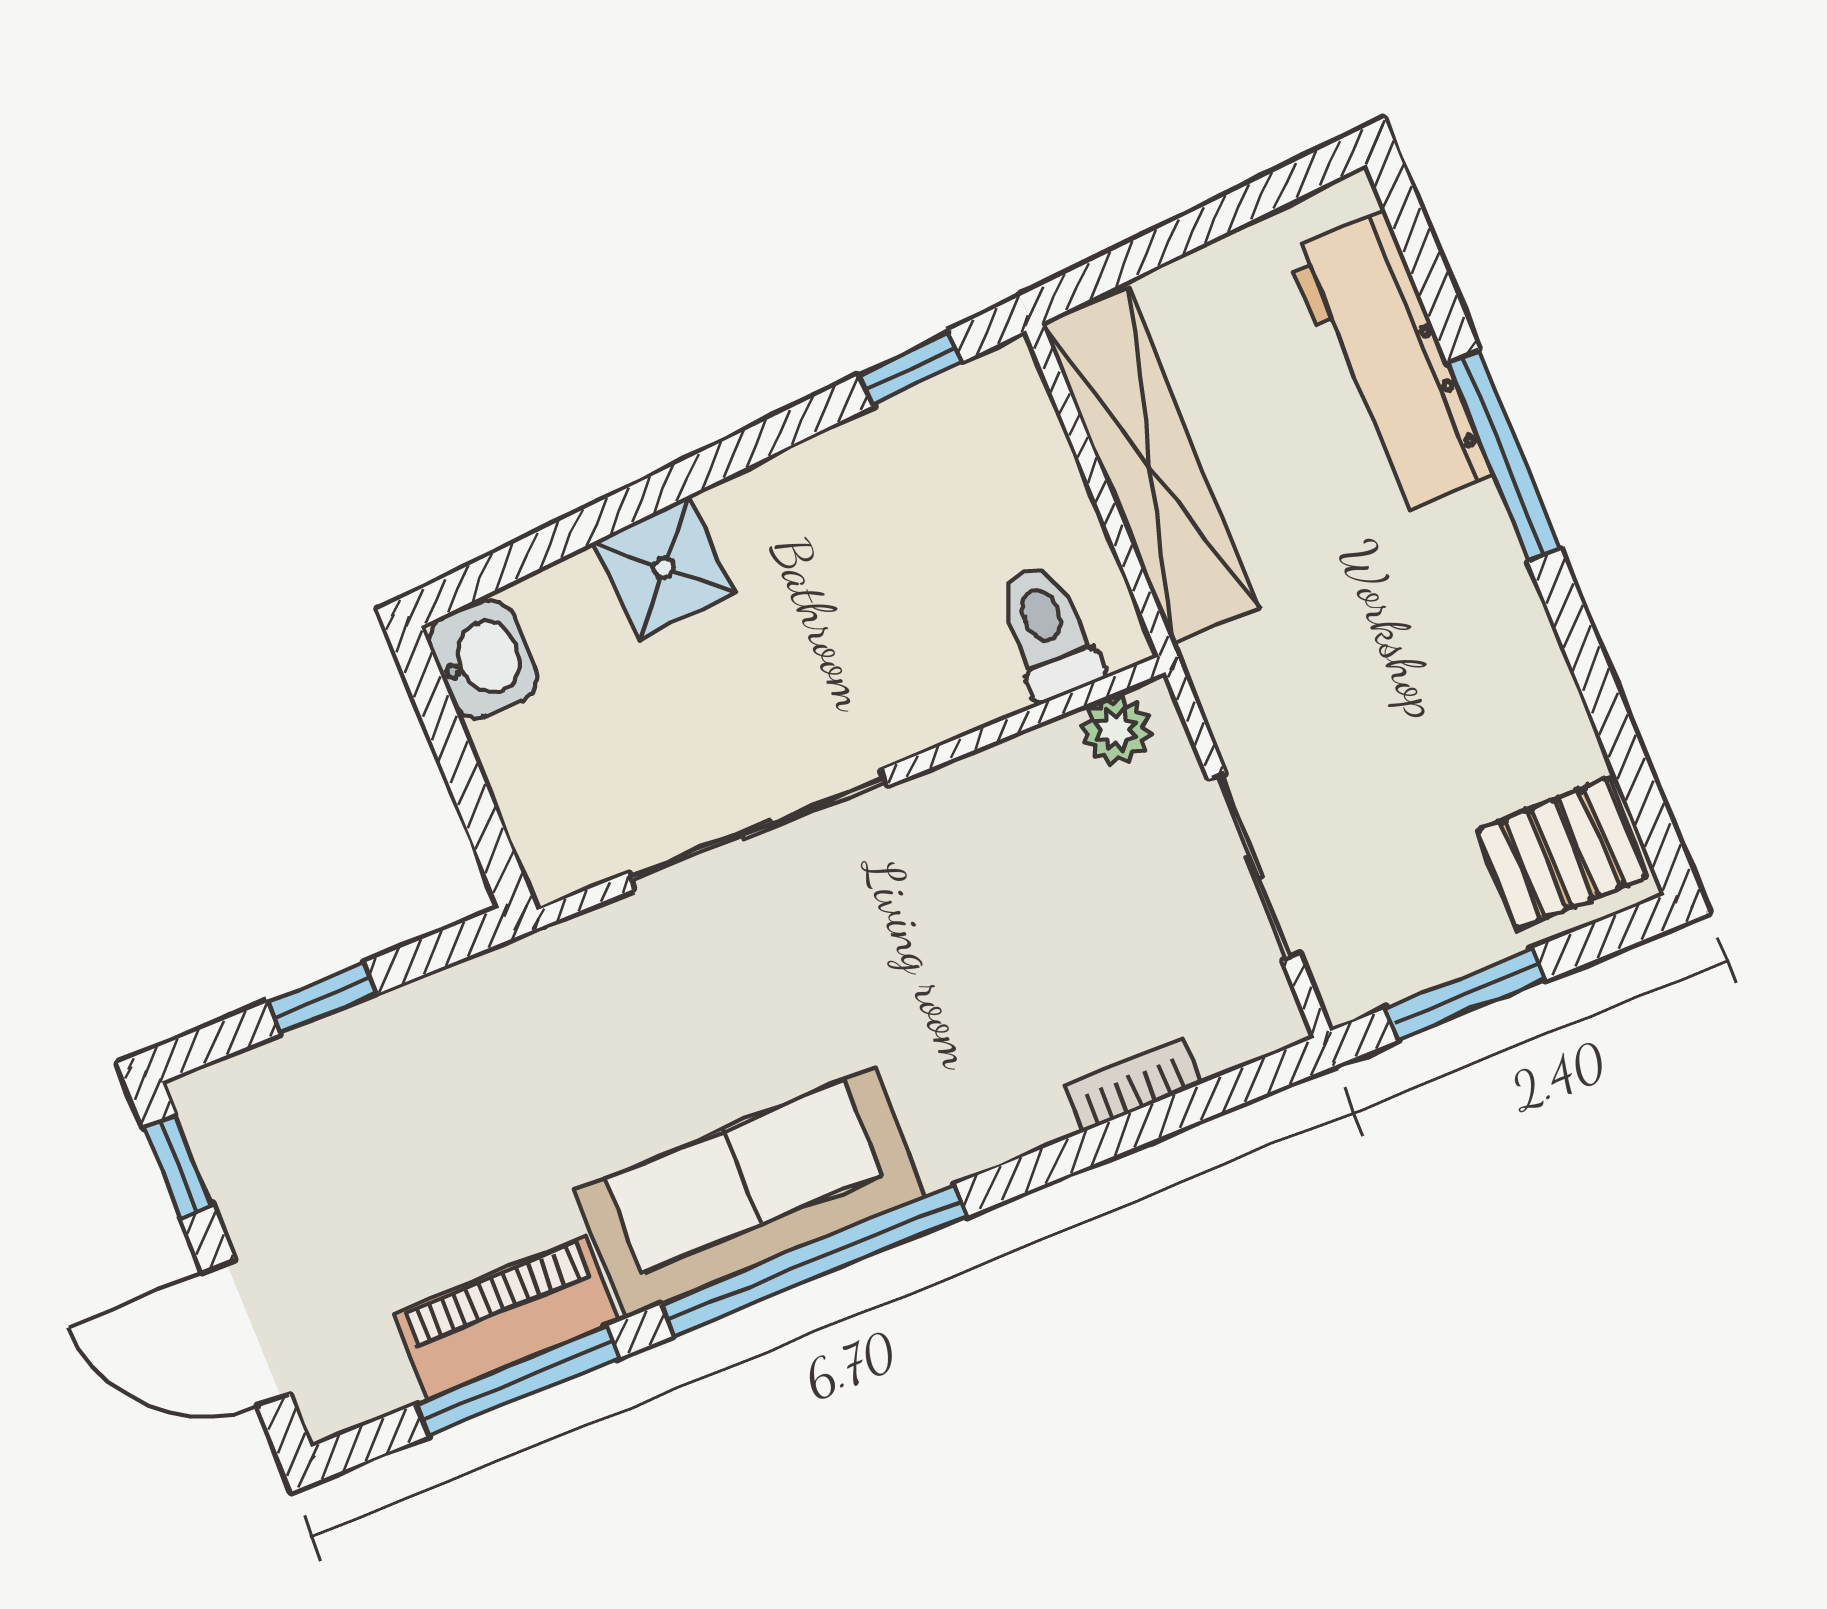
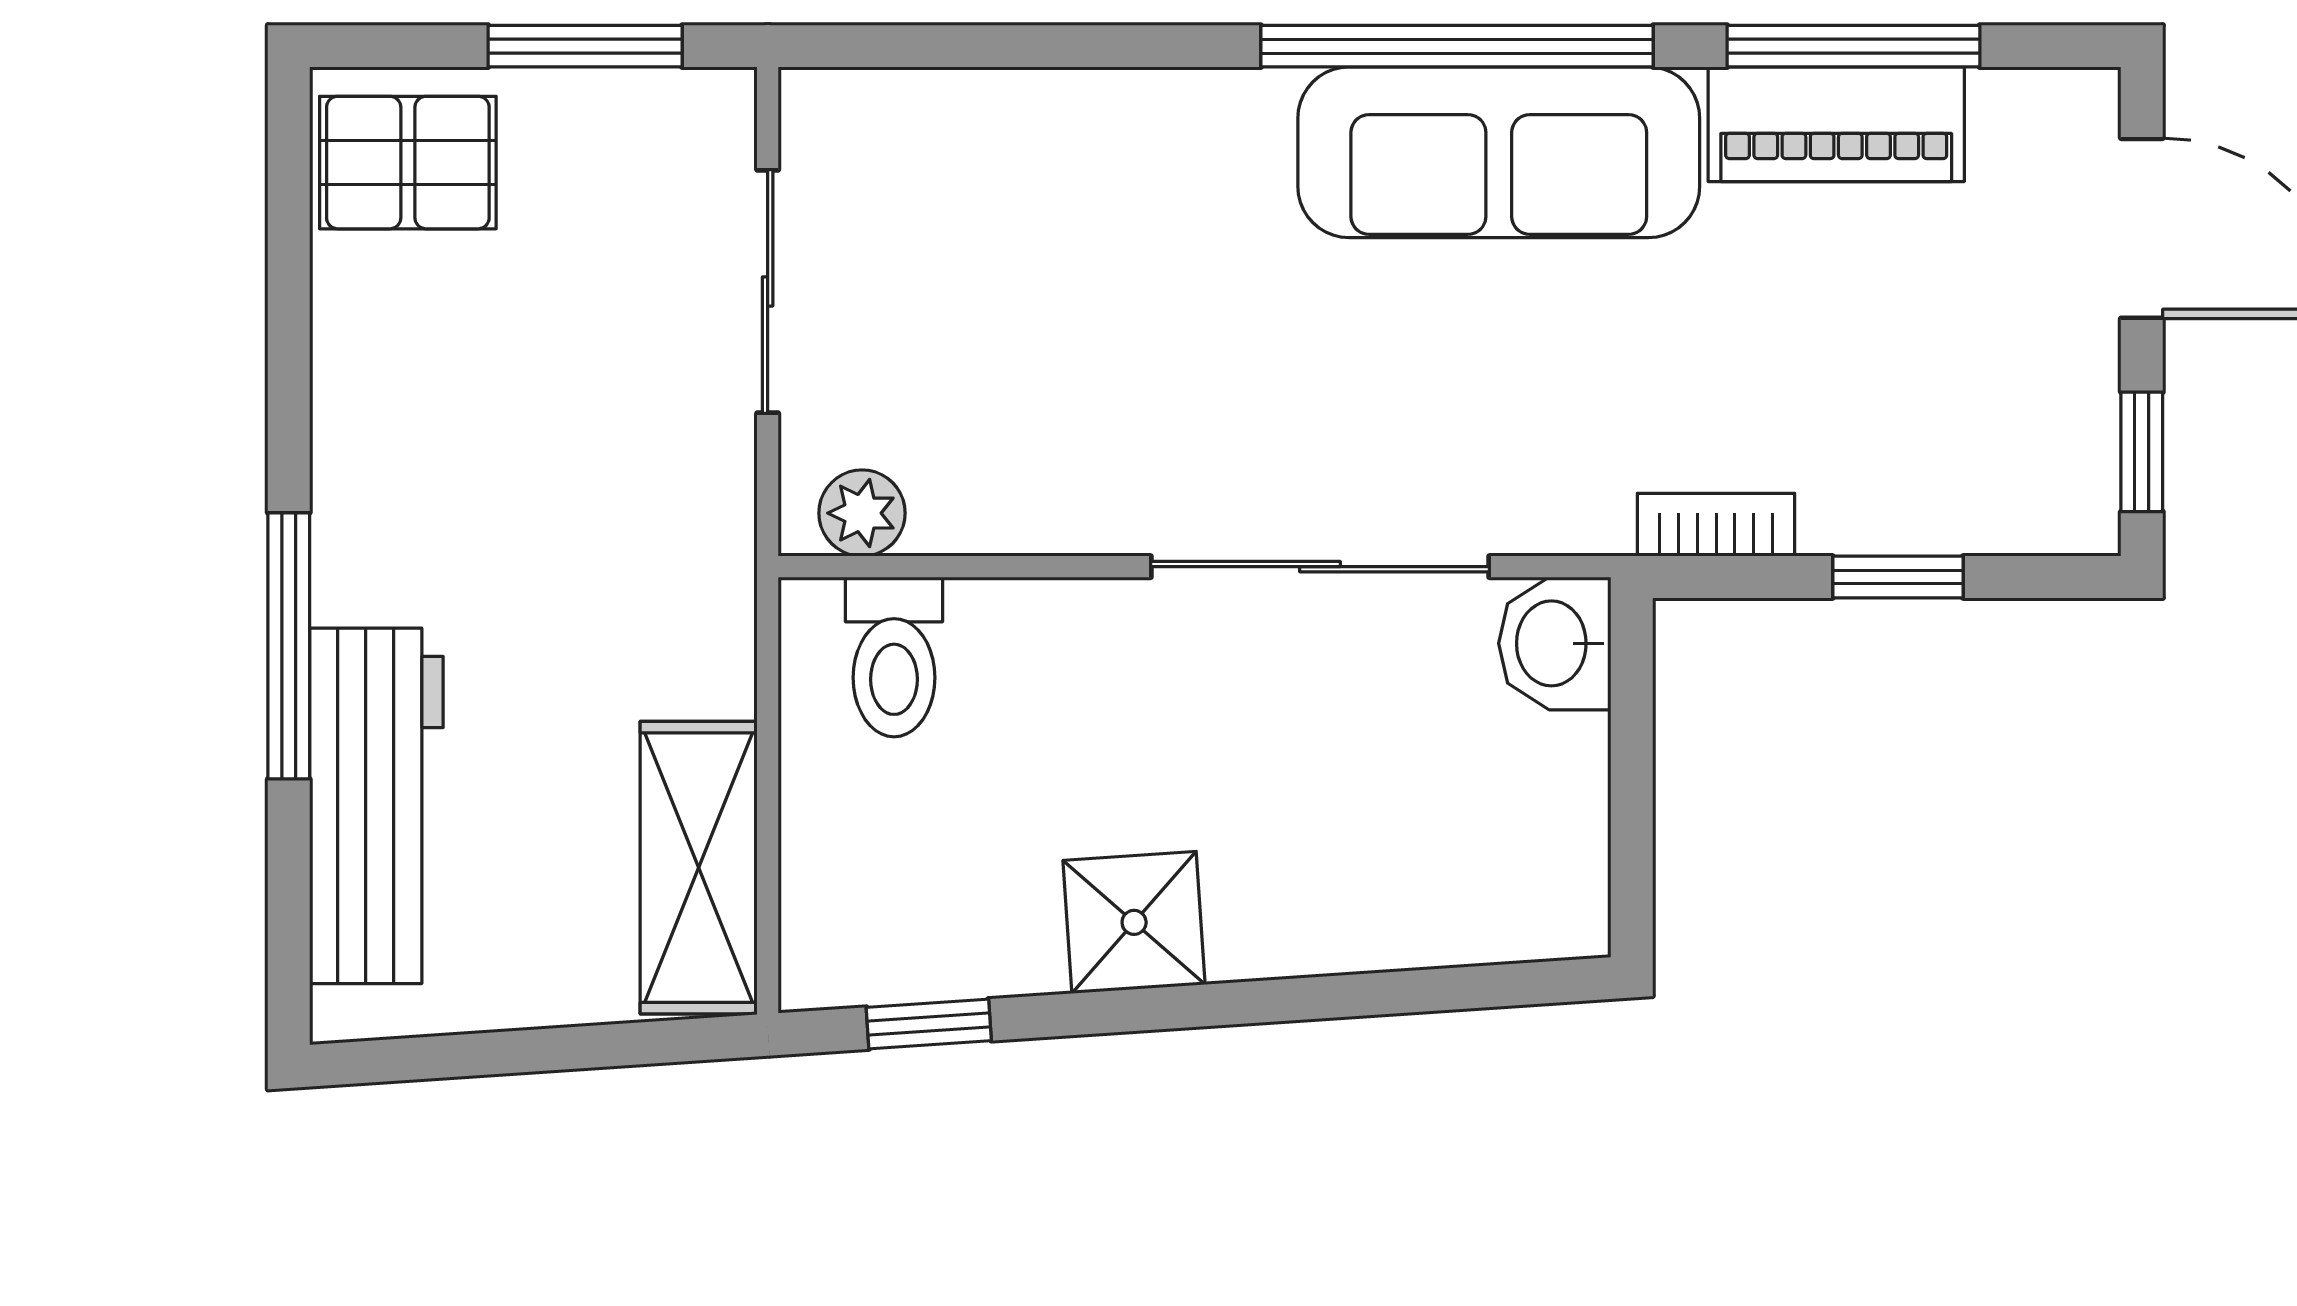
shelving: (1151, 466) -> (699, 868), width x0.68
shower: (664, 568) -> (1134, 922), moved
washbasin: (483, 659) -> (1555, 643), moved
bookcase: (1133, 1084) -> (1716, 525), moved, turned 180

